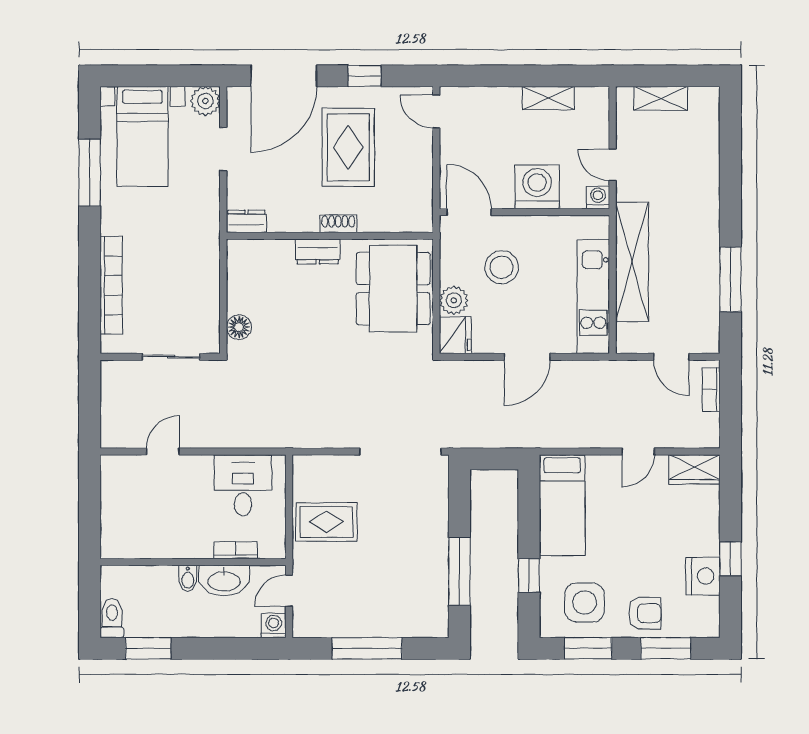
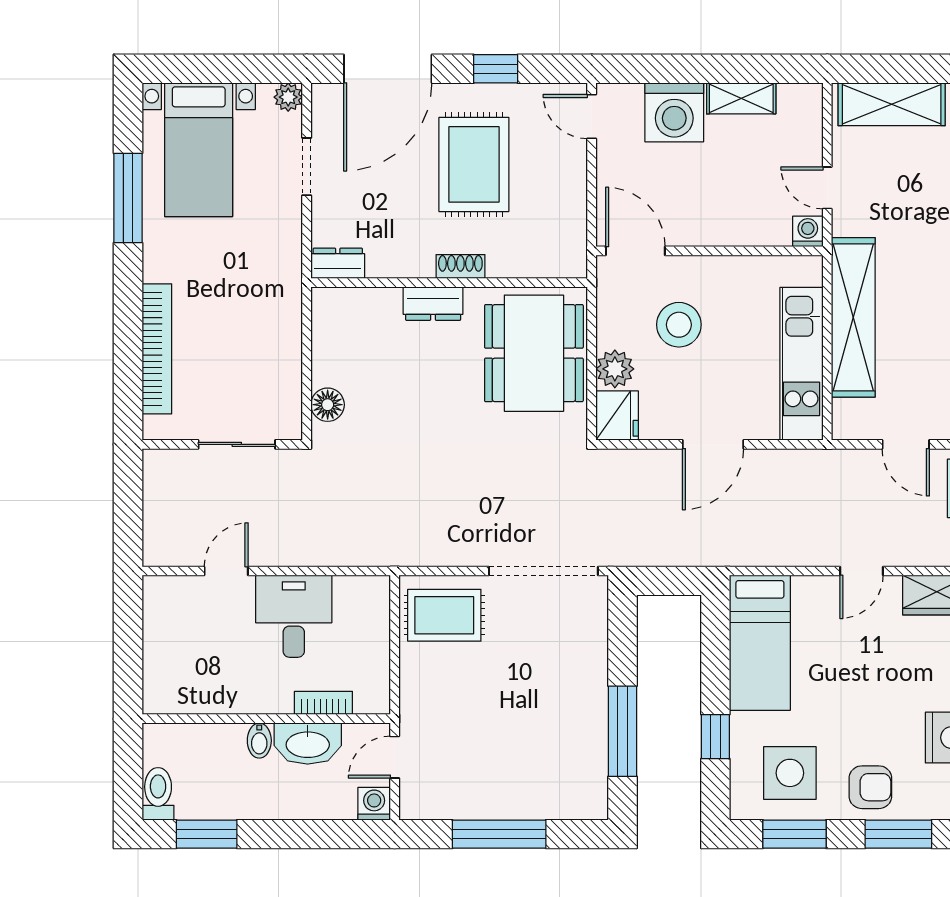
shelving: (661, 98) -> (892, 104), width x1.50, depth x1.33
plant: (205, 101) -> (288, 97), width x0.73, depth x0.73
washing machine: (537, 187) -> (674, 112), moved, turned 180
desk: (243, 485) -> (294, 616), moved
rug: (327, 522) -> (444, 615), moved

